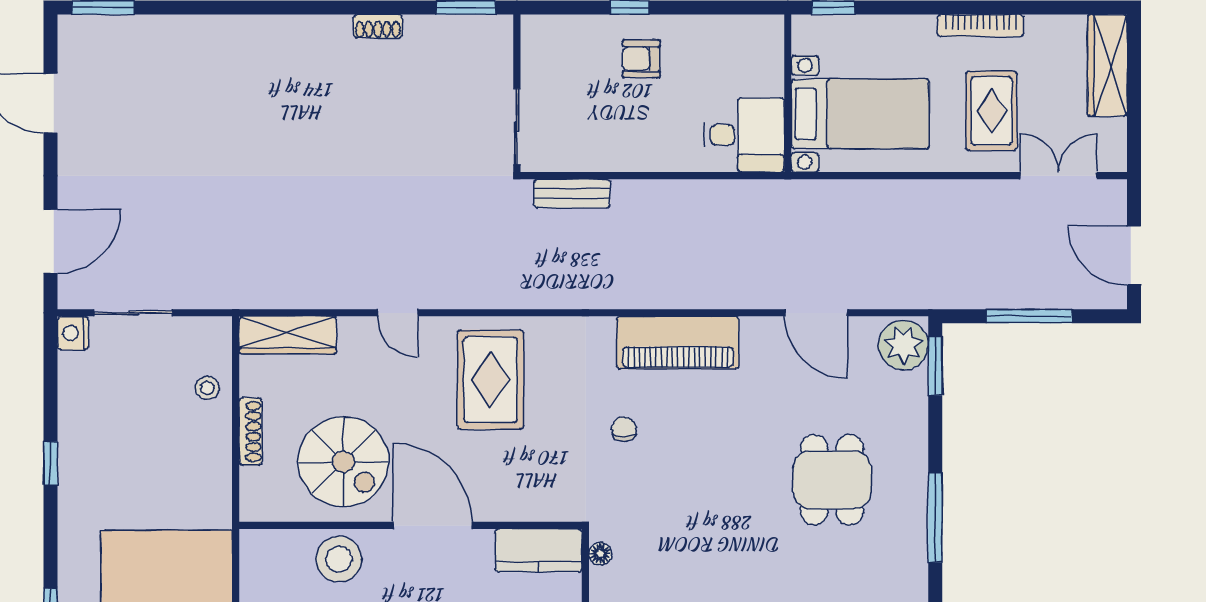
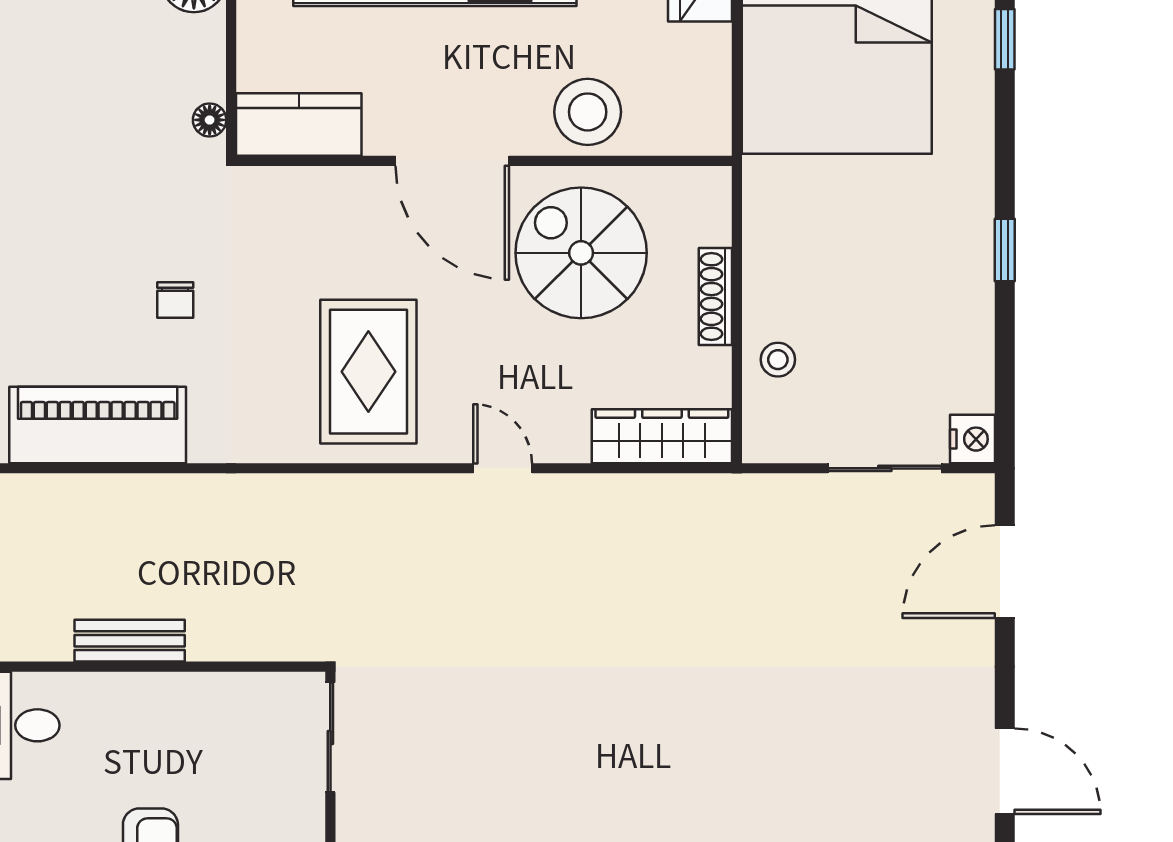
bench: (572, 194) -> (130, 641), moved

